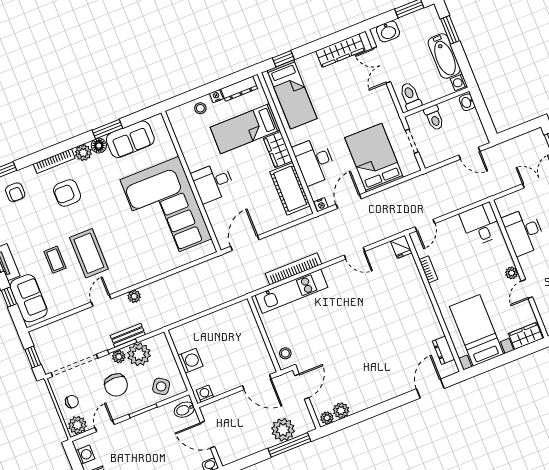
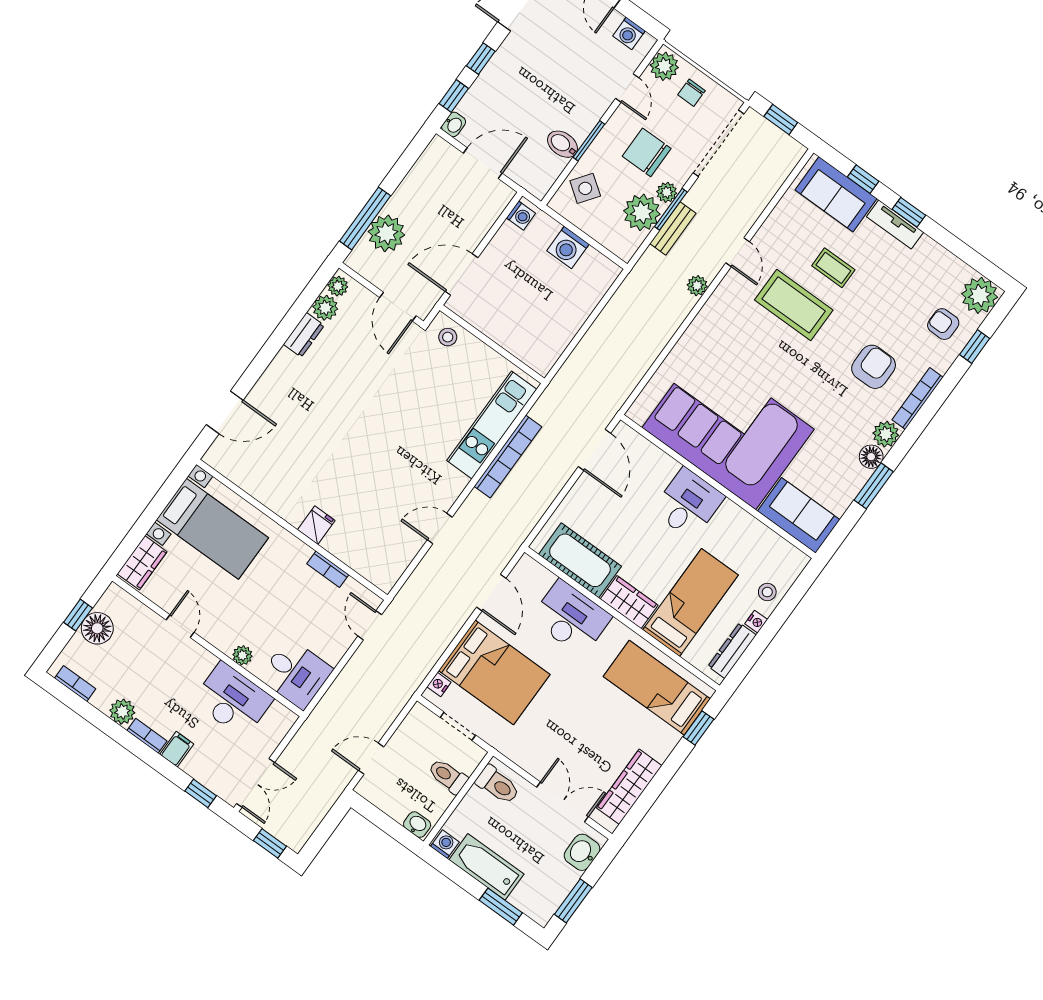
sofa: (130, 139) -> (799, 515), moved, turned 90
nightstand: (321, 205) -> (439, 685), moved
fridge: (401, 247) -> (316, 525), moved, turned 90
plant: (512, 273) -> (242, 655), moved
dresser: (443, 350) -> (304, 335), moved, turned 90
door: (430, 389) -> (225, 412), hinge flipped
bidet: (184, 410) -> (563, 144), moved, turned -90

